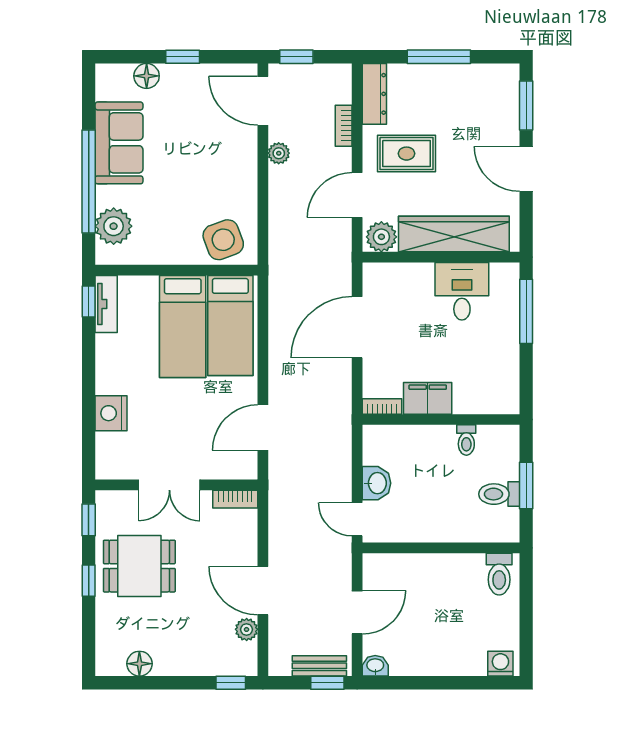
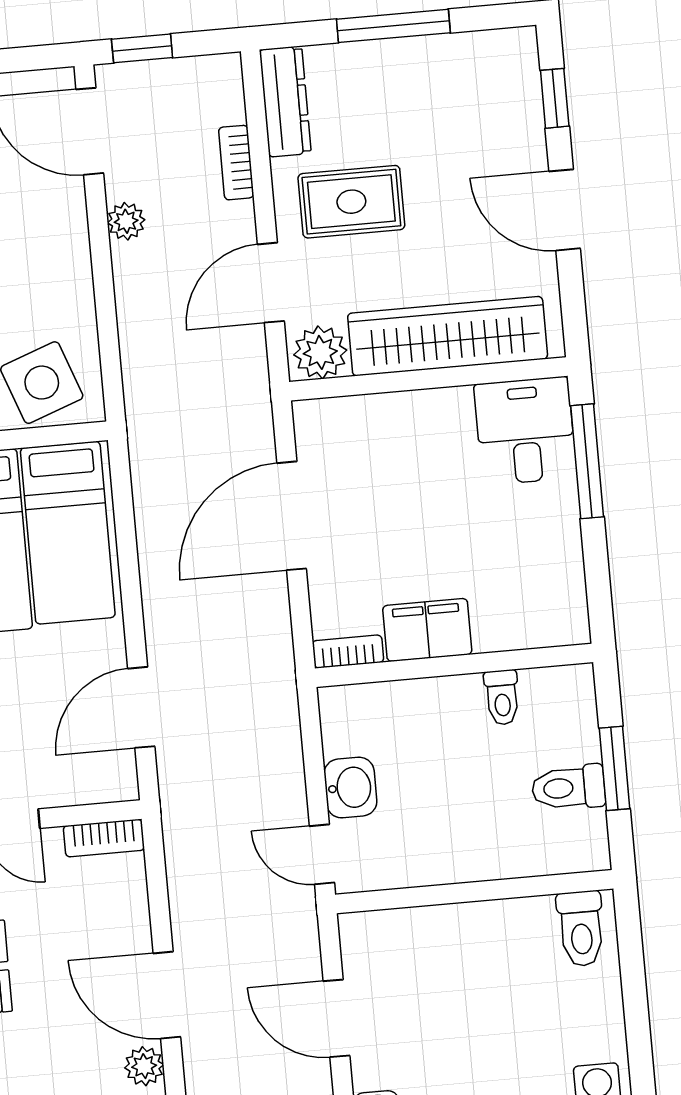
window: (526, 106) -> (555, 98), width x0.67
desk: (462, 291) -> (525, 431), moved
door: (357, 612) -> (337, 1018), swing flipped

